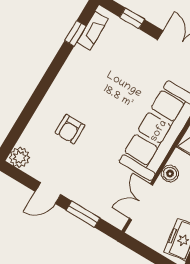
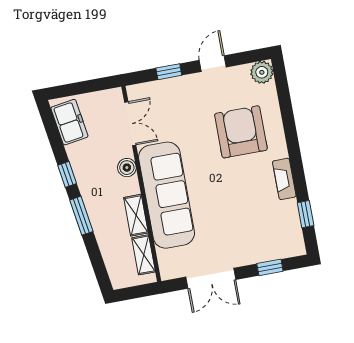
fireplace: (93, 31) -> (284, 179), moved
armchair: (70, 129) -> (241, 132), width x1.88, depth x1.88
window: (83, 214) -> (169, 72), width x0.67

